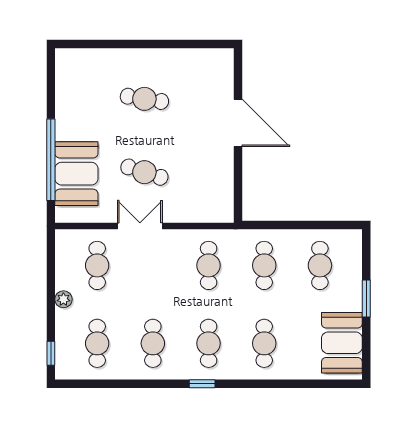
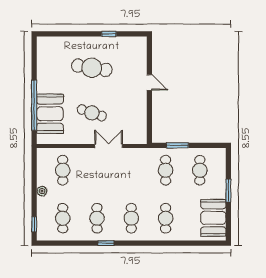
window: (172, 44) -> (109, 34), added
cafe table: (144, 99) -> (92, 68), width x1.37, depth x1.35
door: (238, 123) -> (149, 82), width x0.53
window: (283, 225) -> (177, 145), added
double door: (140, 226) -> (109, 146), moved
cafe table: (209, 265) -> (131, 170), removed
window: (202, 384) -> (106, 243), moved

